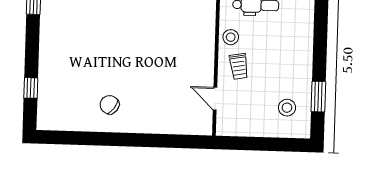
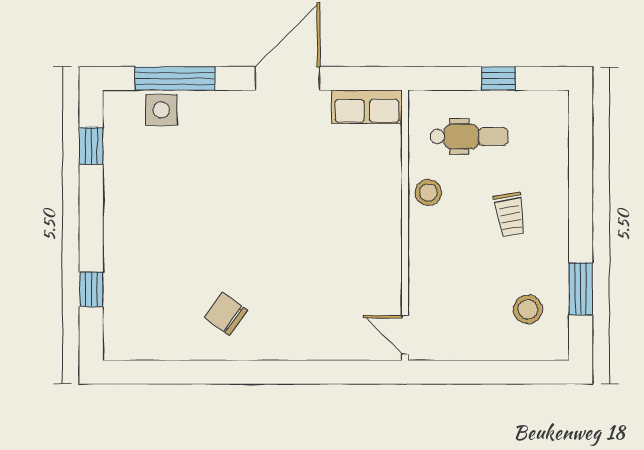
trolley: (239, 66) -> (510, 215), moved
door: (215, 99) -> (405, 335), moved

